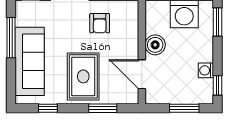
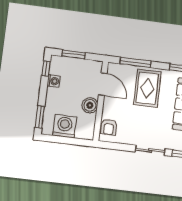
armchair: (100, 23) -> (109, 127), moved, turned 180
window: (103, 108) -> (136, 62), width x1.44

